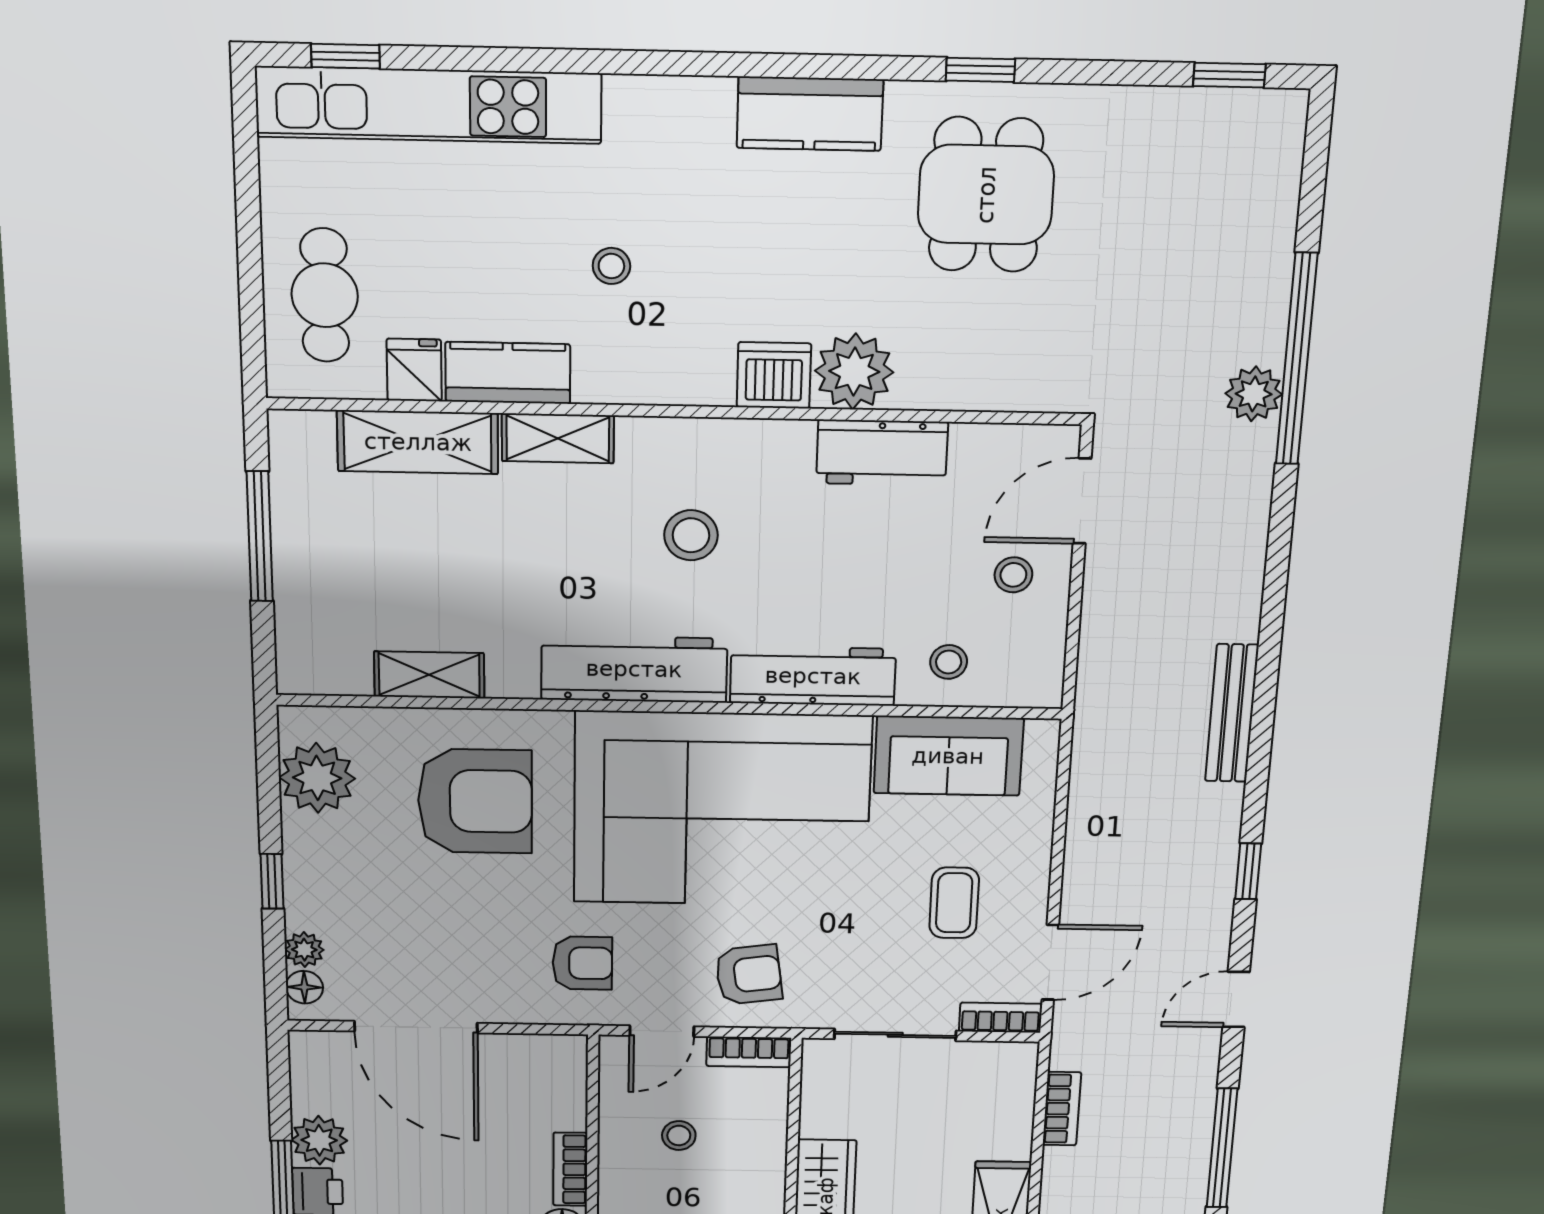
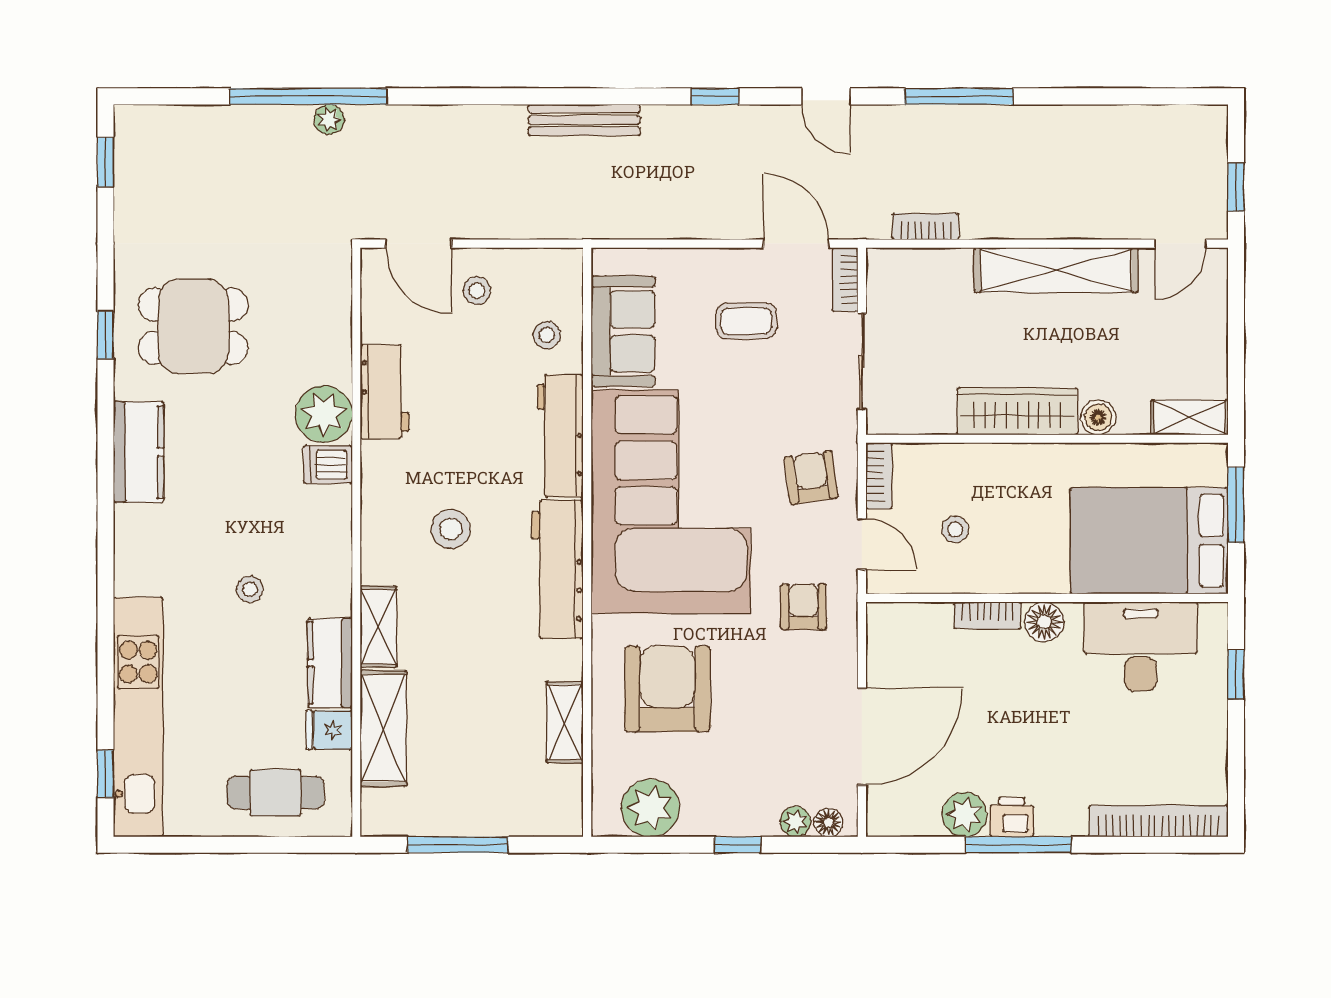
dishwasher: (774, 375) -> (328, 465), width x0.73
plant: (1254, 394) -> (329, 119), width x0.73, depth x0.73

